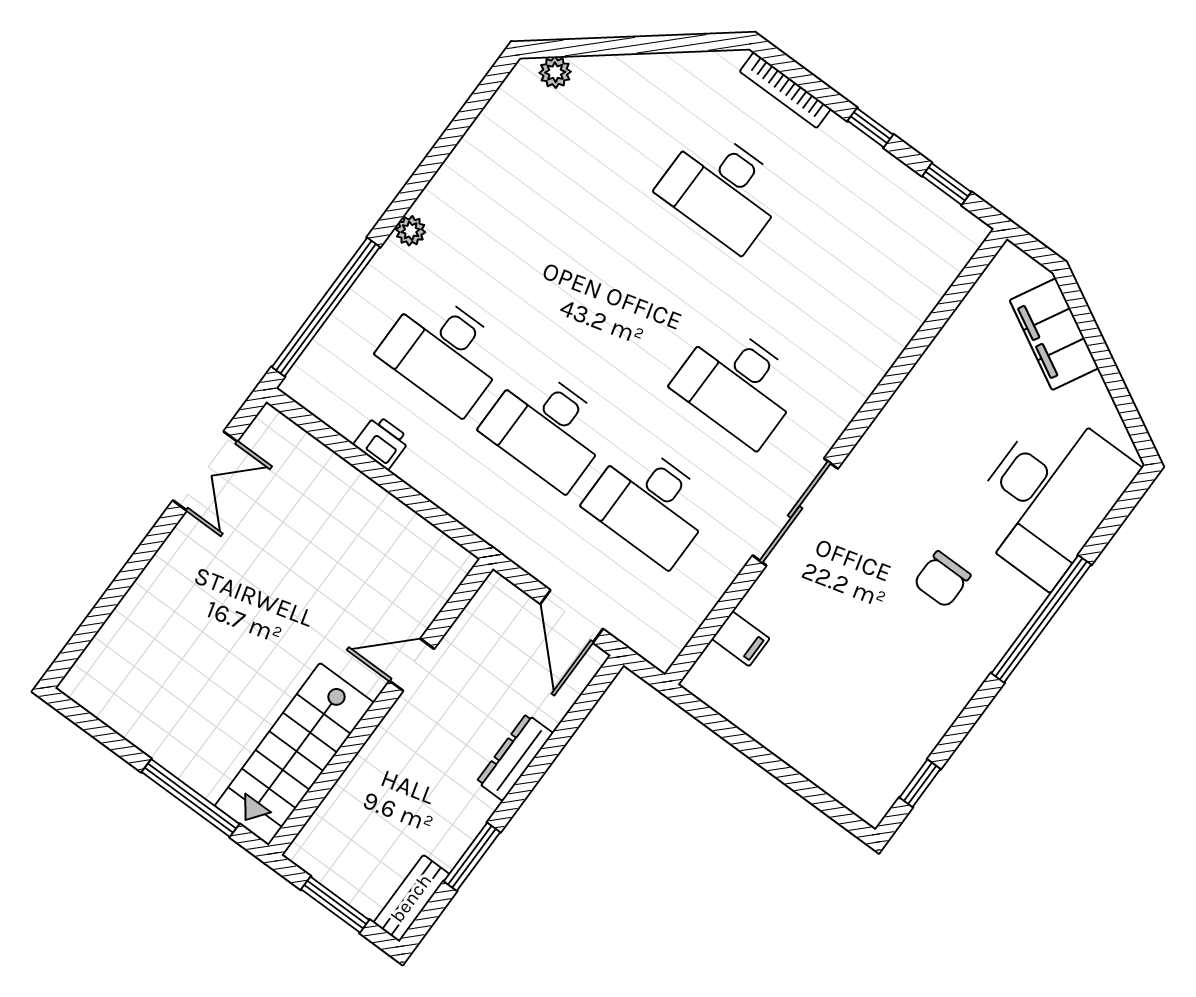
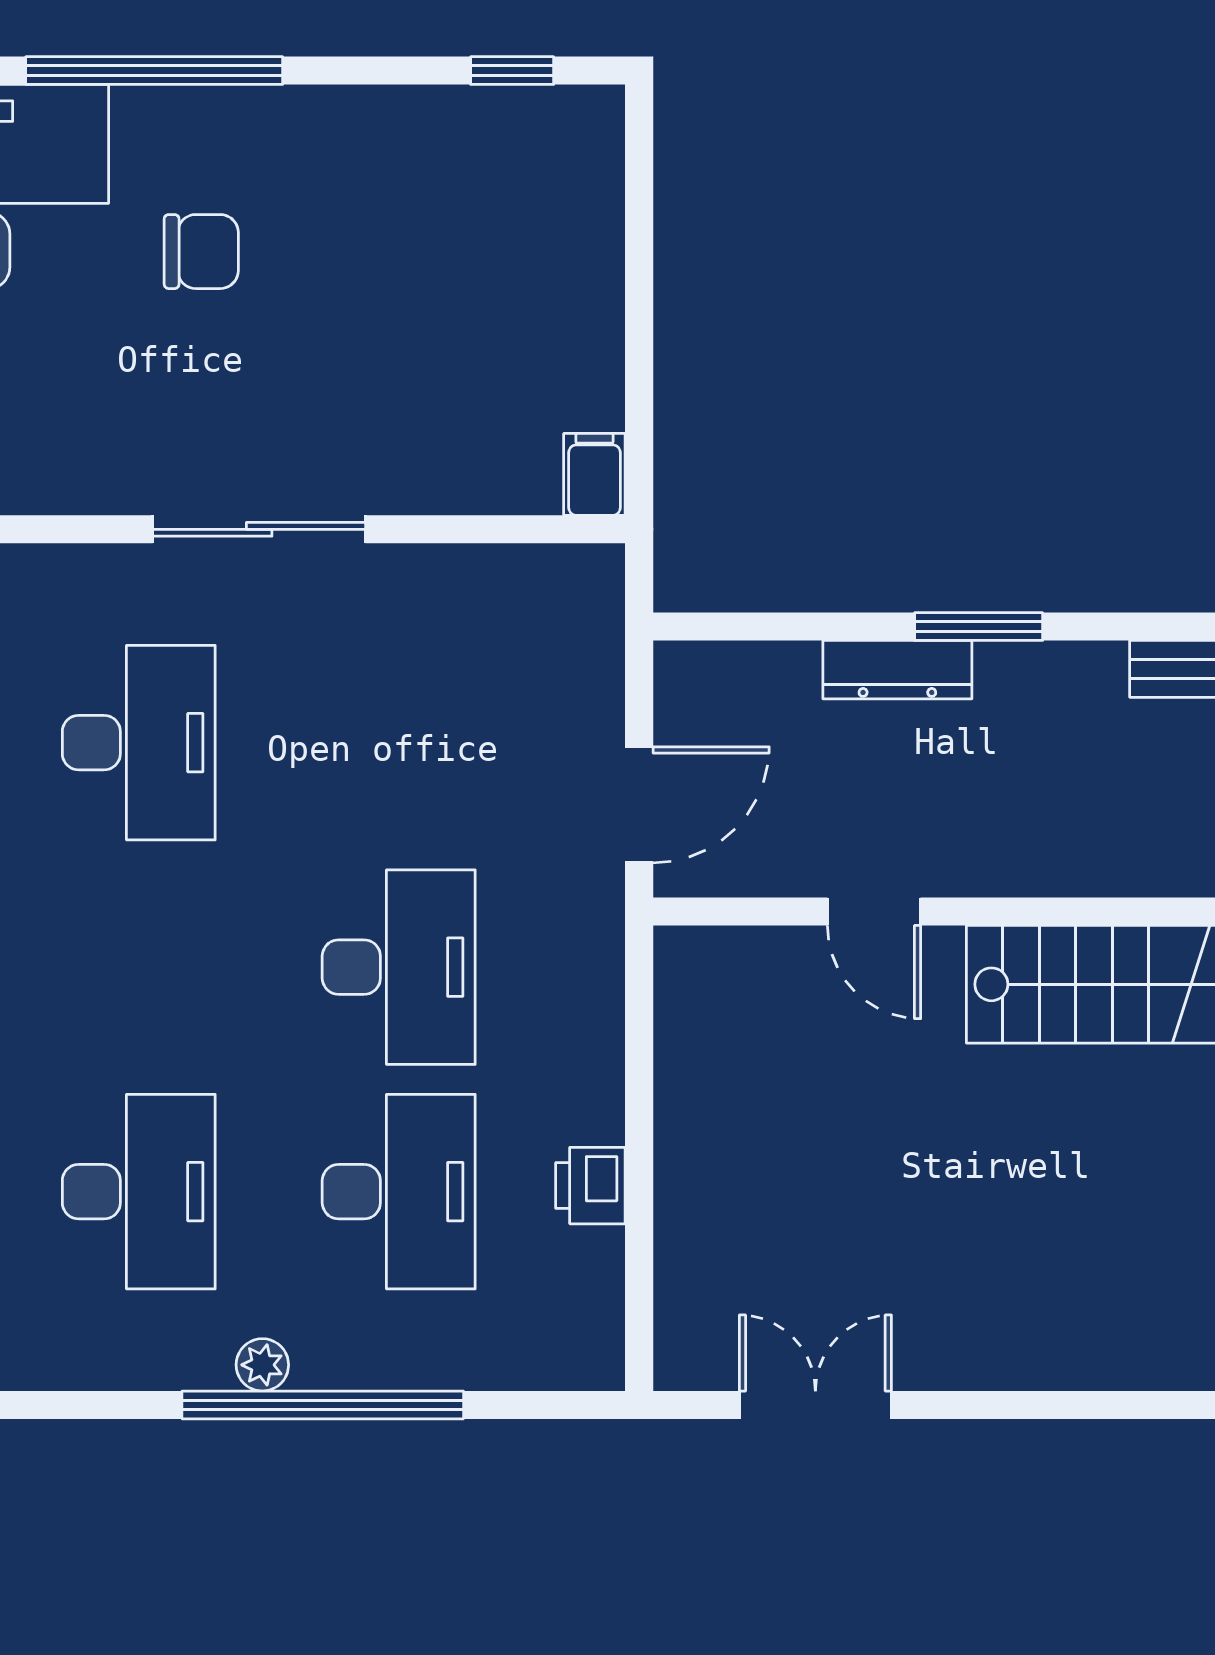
window: (326, 307) -> (323, 1405), moved
desk: (650, 504) -> (139, 1192), moved
door: (572, 616) -> (639, 805), moved
filing cabinet: (741, 639) -> (594, 474), moved
window: (472, 857) -> (979, 627), moved

